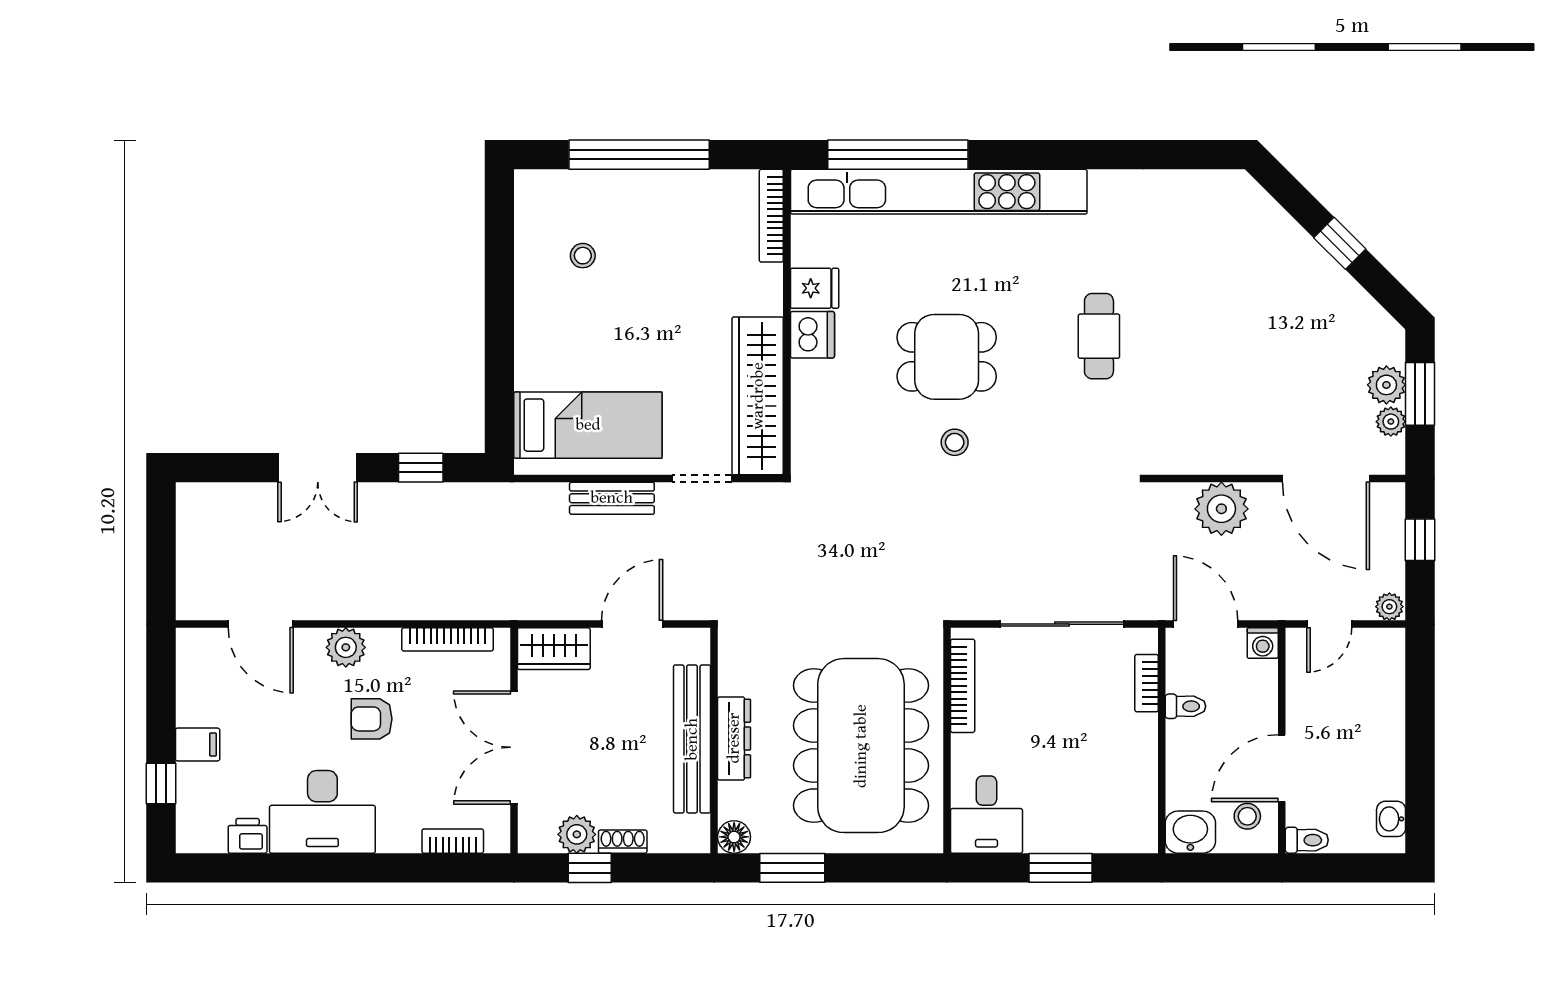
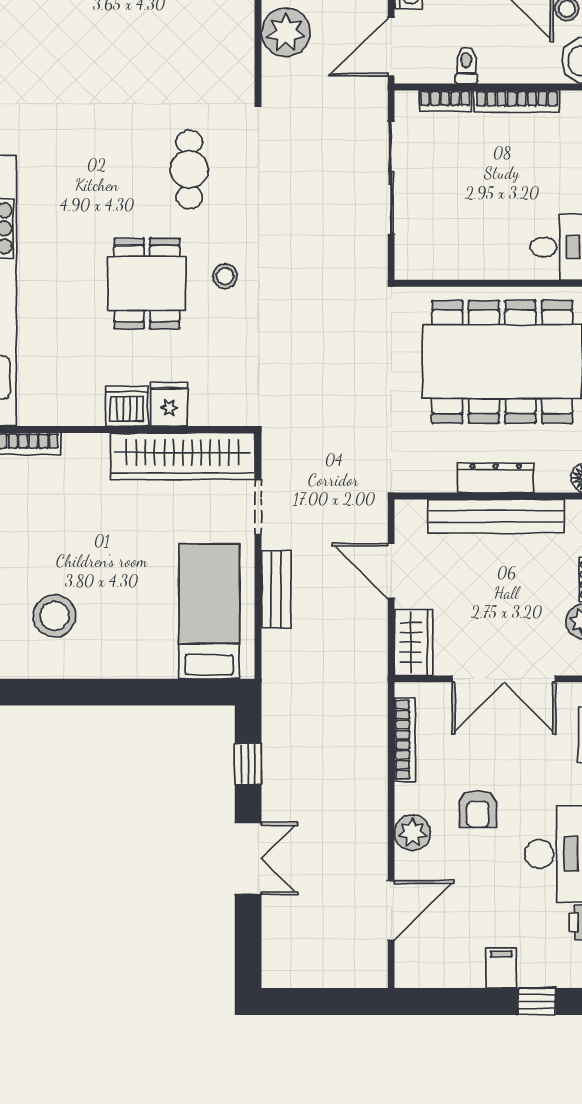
stool: (583, 256) -> (54, 616), width x1.89, depth x1.89
fridge: (815, 288) -> (169, 404), moved
cafe table: (1099, 336) -> (189, 169), moved, turned 90
bookcase: (963, 686) -> (517, 101), moved, turned 180

